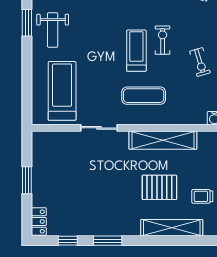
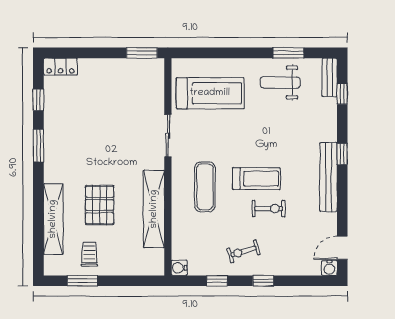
window: (27, 180) -> (142, 53), moved

